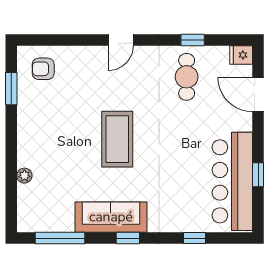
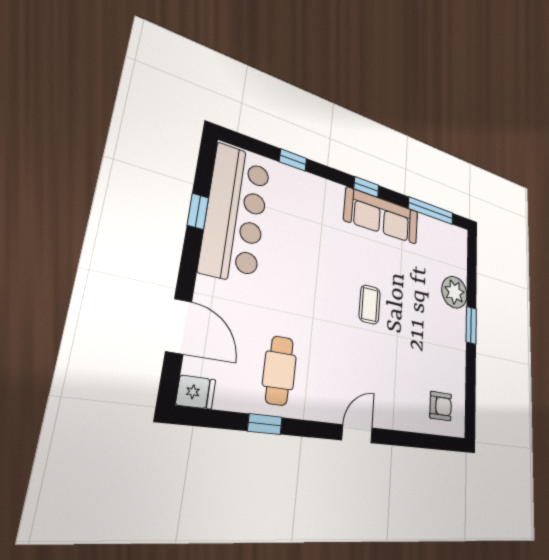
window: (11, 89) -> (471, 325), moved
coffee table: (117, 139) -> (370, 305), width x0.54, depth x0.58
plant: (24, 176) -> (454, 292), width x1.87, depth x1.87

